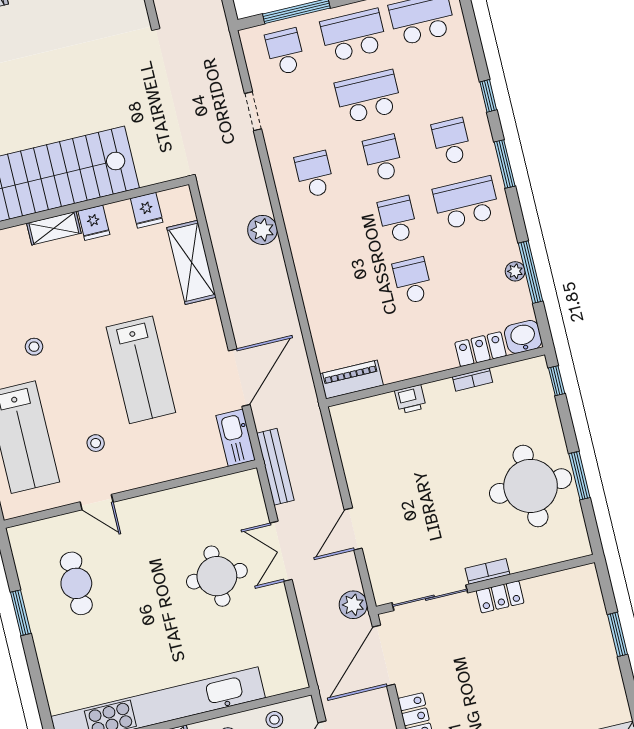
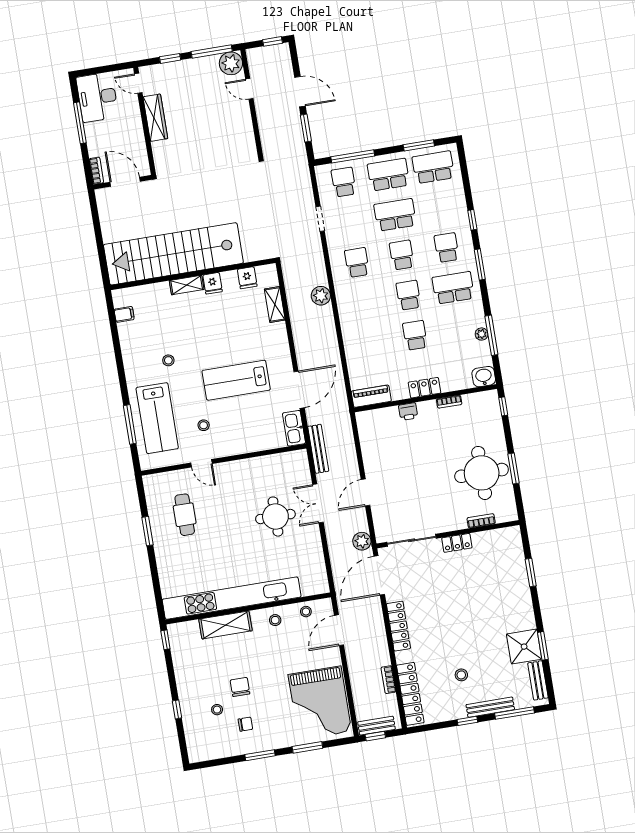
shelving: (191, 262) -> (275, 304), width x0.67, depth x0.75
locker: (481, 349) -> (424, 388), moved
lab bench: (141, 370) -> (236, 380), turned 90
bookcase: (487, 571) -> (481, 521), moved

